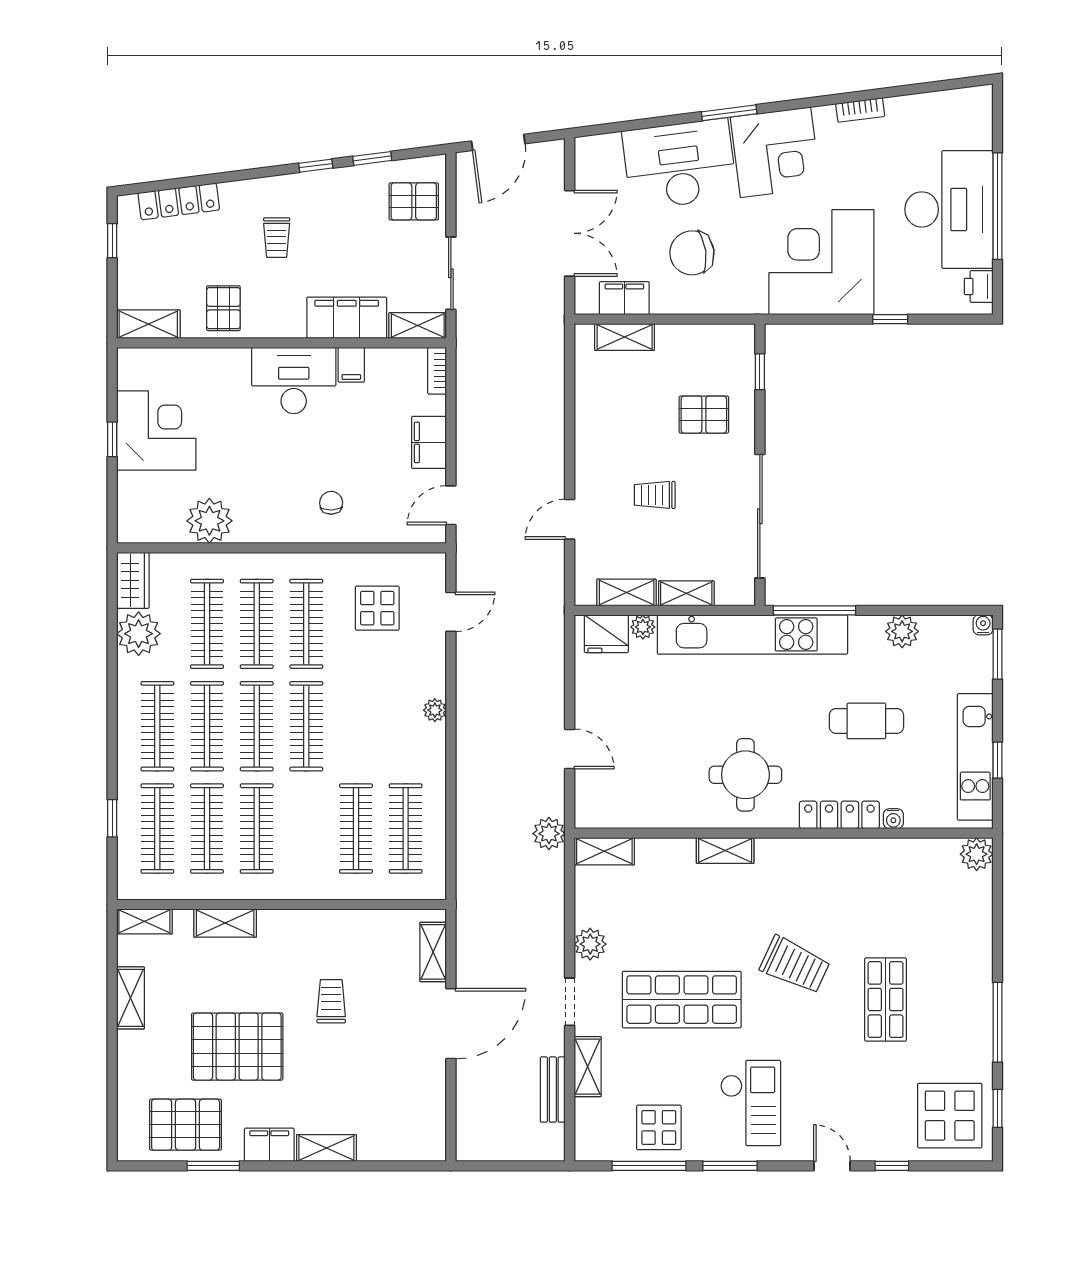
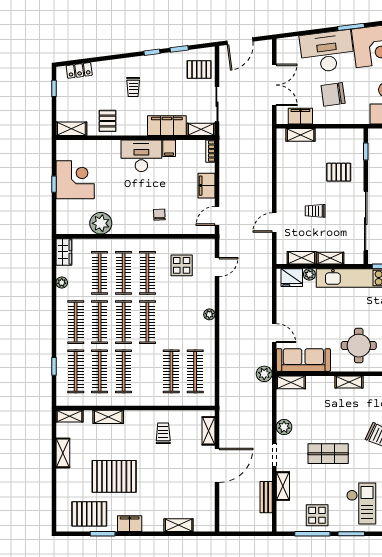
locker: (179, 201) -> (79, 70), width x0.66
plant: (139, 634) -> (62, 283), width x0.53, depth x0.53
sofa: (630, 805) -> (303, 360), added
shop shelf: (682, 1000) -> (328, 454), width x0.70, depth x0.74
trolley: (331, 1001) -> (163, 433), moved
shelving: (326, 1148) -> (179, 525), moved

